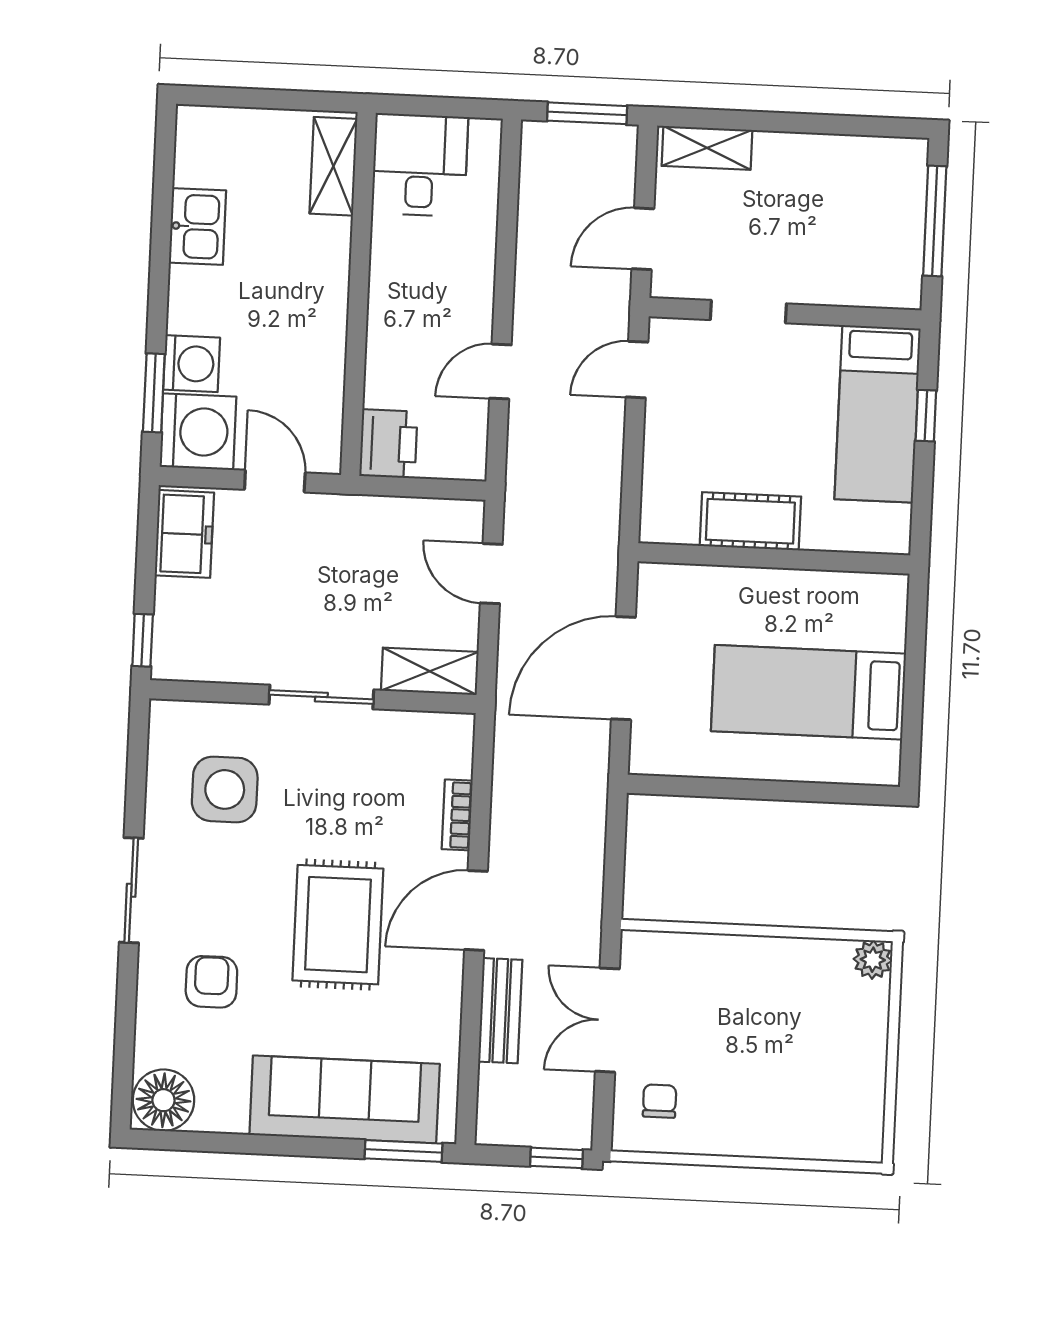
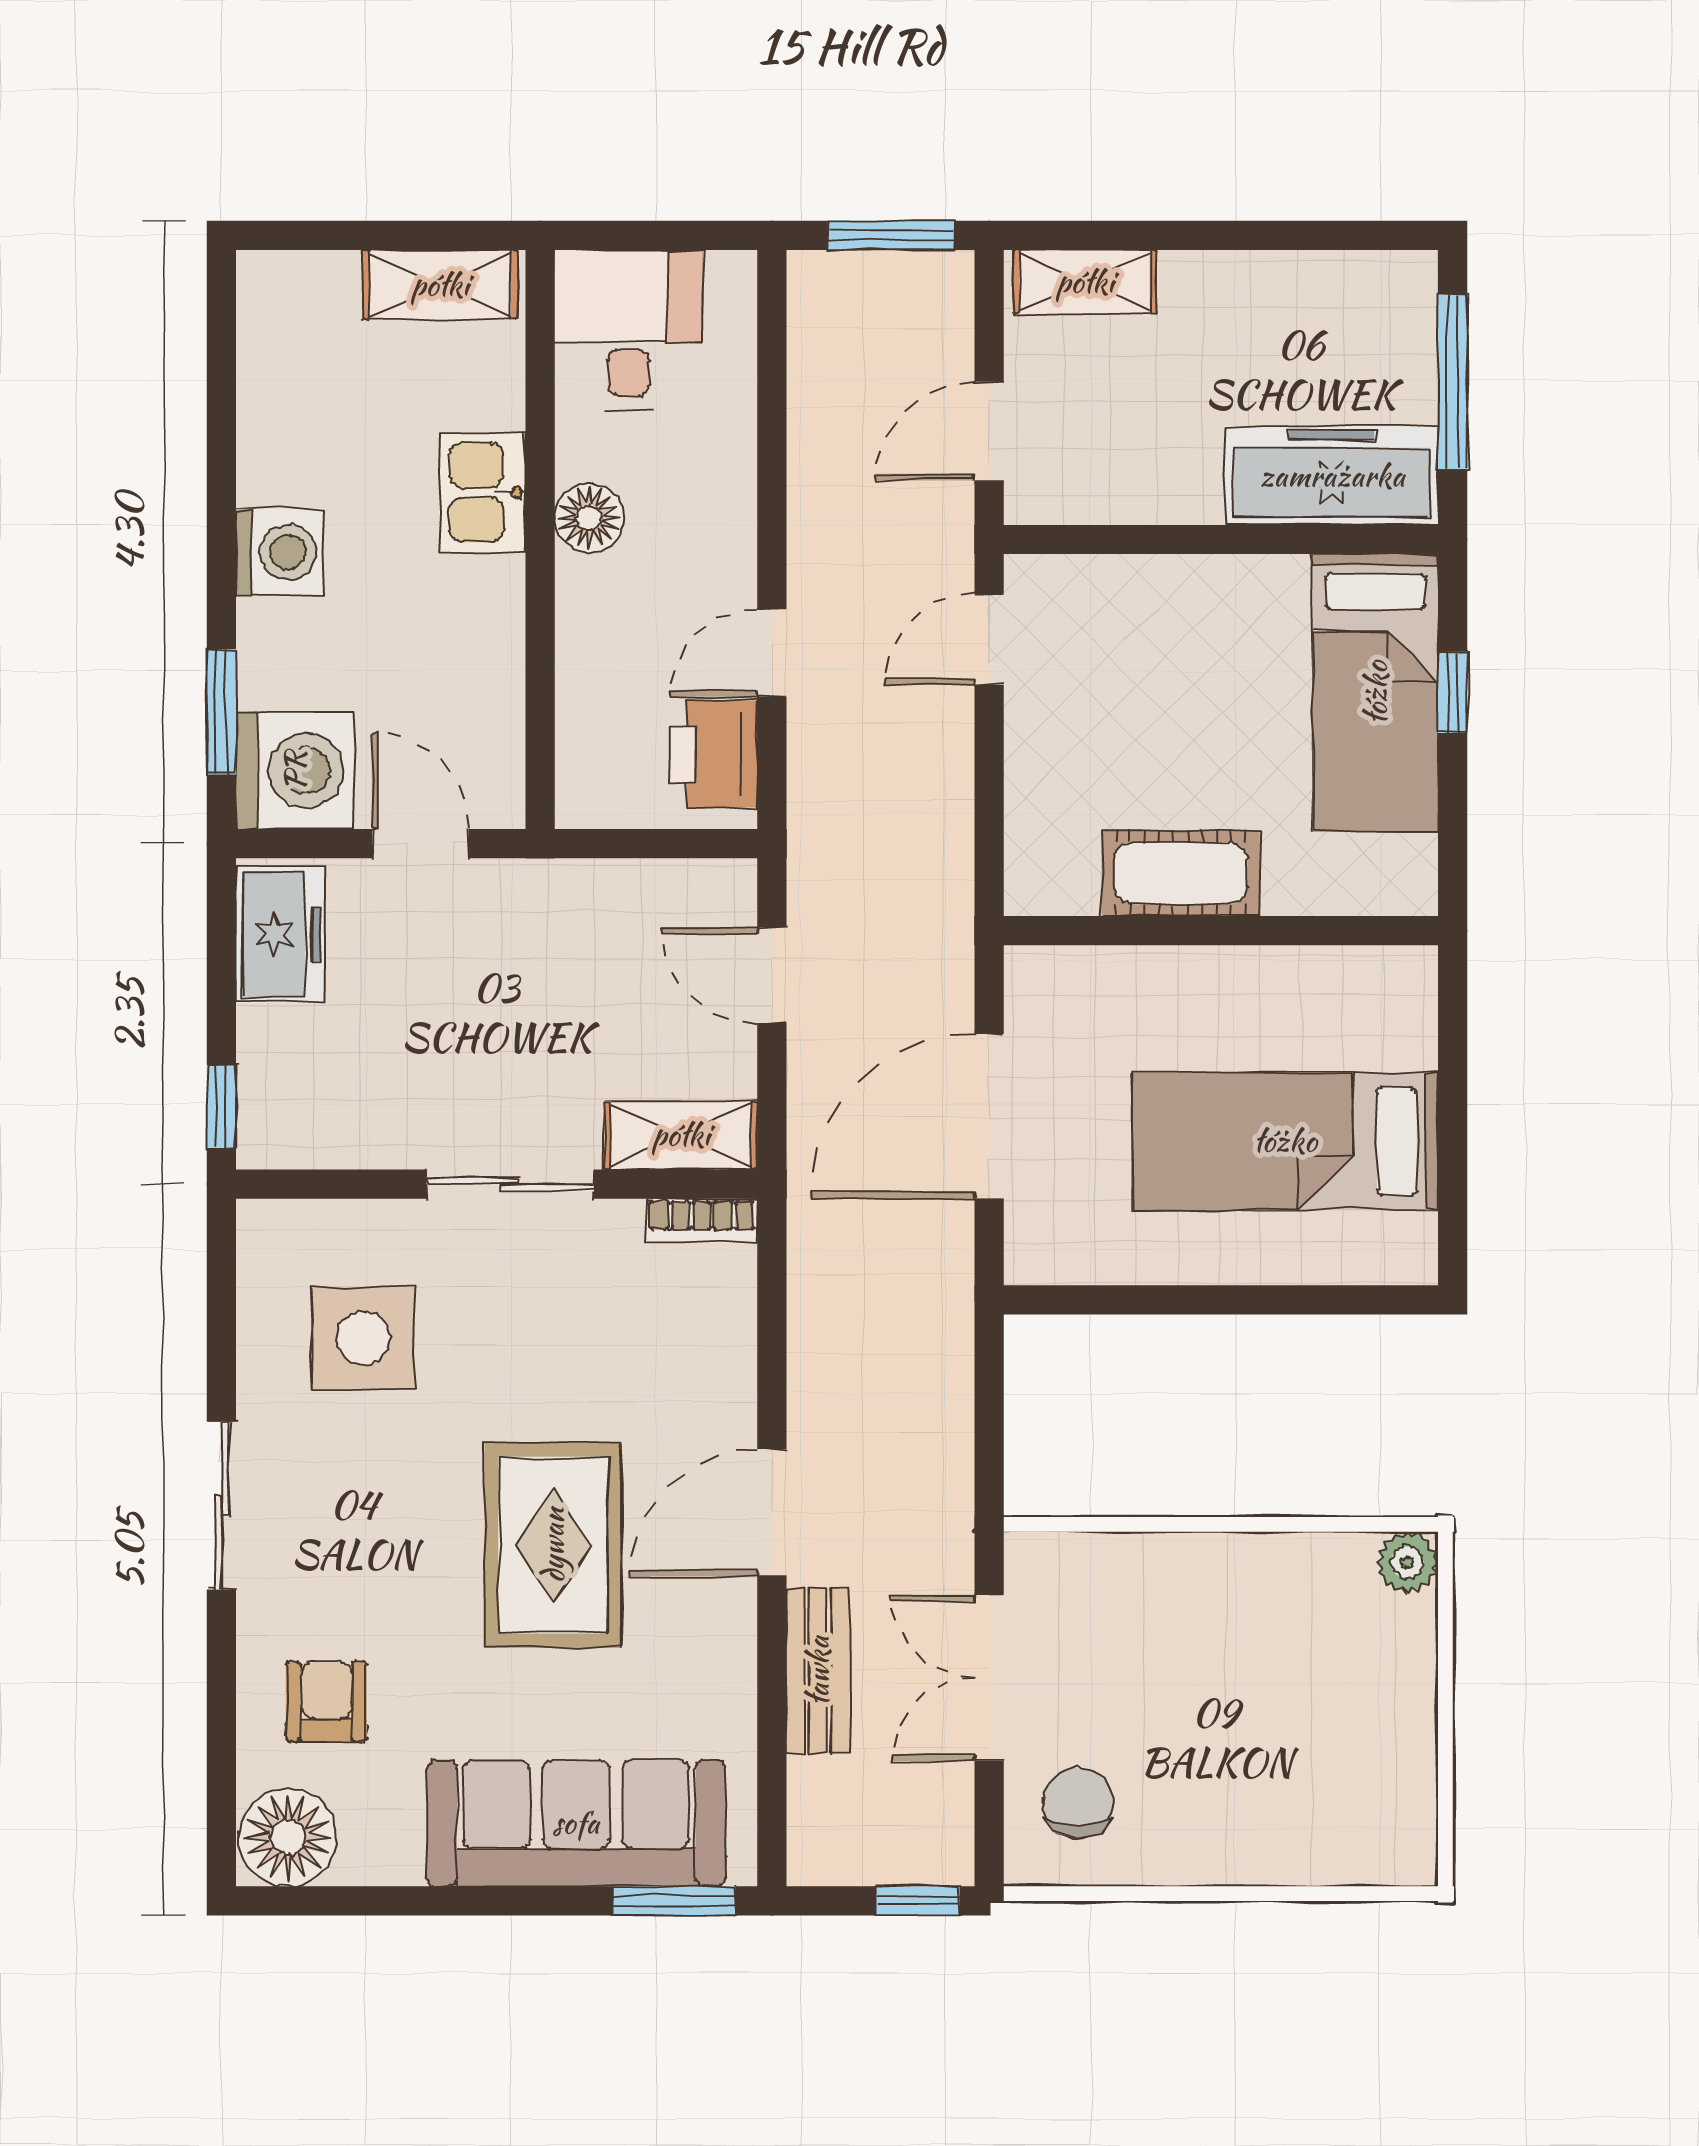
shelving: (333, 166) -> (440, 285), moved, turned 90
kitchen sink: (198, 227) -> (482, 492), moved, turned 180
freezer: (856, 276) -> (1332, 476), added
floor lamp: (390, 282) -> (589, 518), added
doorway: (748, 312) -> (1162, 539), removed
washing machine: (192, 364) -> (279, 552), moved
printer: (388, 444) -> (713, 754), moved, turned 180
bookcase: (457, 815) -> (702, 1221), moved, turned -90
armchair: (211, 982) -> (326, 1701), moved
chair: (660, 1101) -> (1078, 1803), width x1.37, depth x1.37

